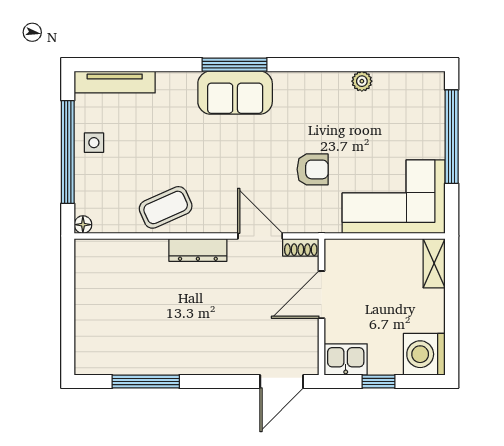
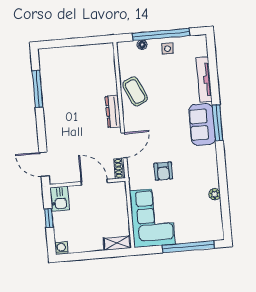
tv unit: (115, 82) -> (204, 80), moved
floor lamp: (83, 225) -> (142, 45), moved
washing machine: (424, 354) -> (61, 248), width x0.53, depth x0.53

